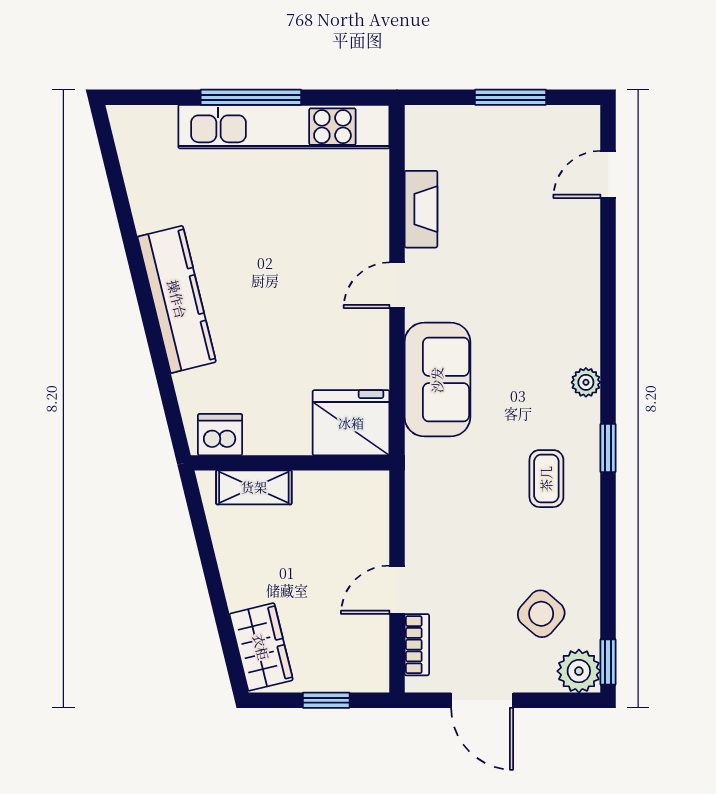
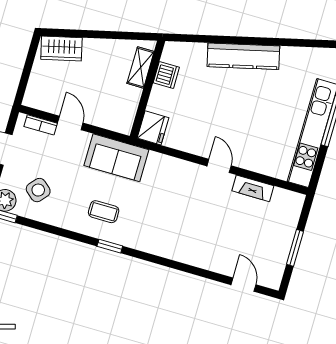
sofa: (437, 380) -> (116, 158), moved
plant: (586, 382) -> (145, 245), removed
fridge: (351, 423) -> (153, 128), width x0.73, depth x0.75
dishwasher: (220, 435) -> (166, 75), moved
window: (326, 700) -> (26, 73), removed

